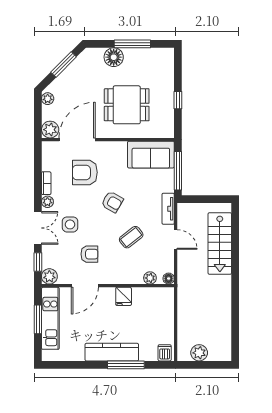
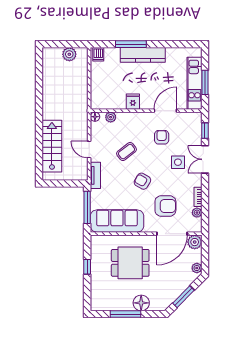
sofa: (151, 155) -> (117, 221), width x1.36
plant: (47, 202) -> (197, 213), moved
armchair: (89, 254) -> (162, 137), turned 90
plant: (49, 276) -> (195, 118), removed

